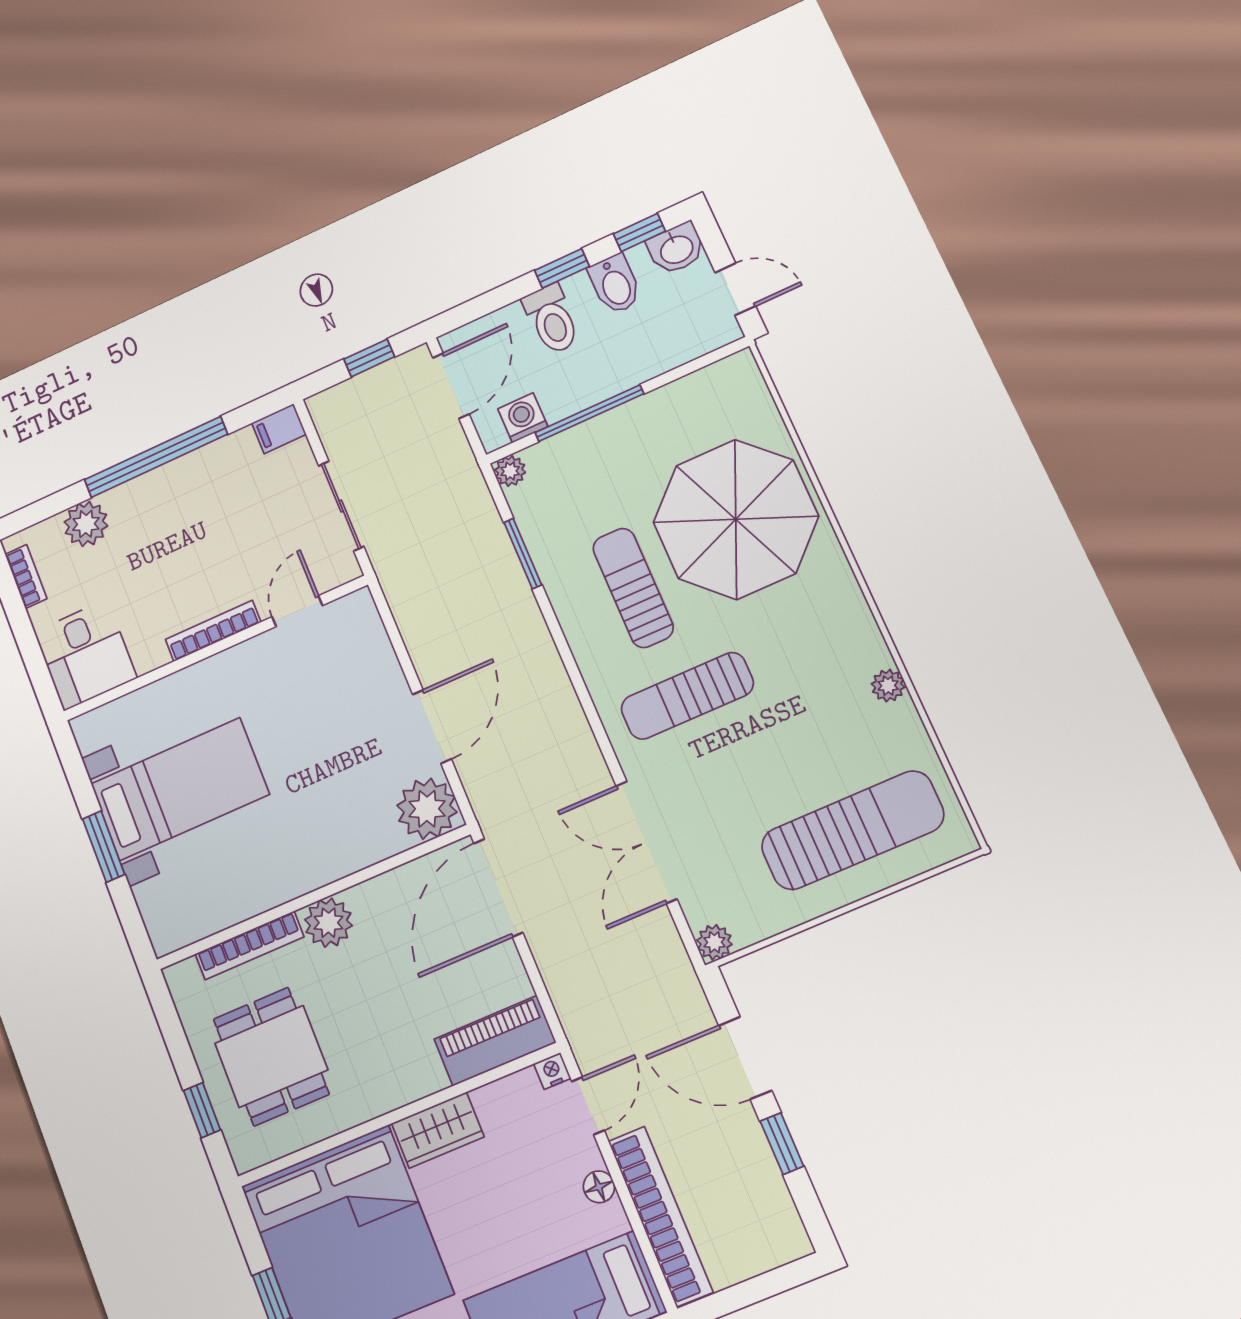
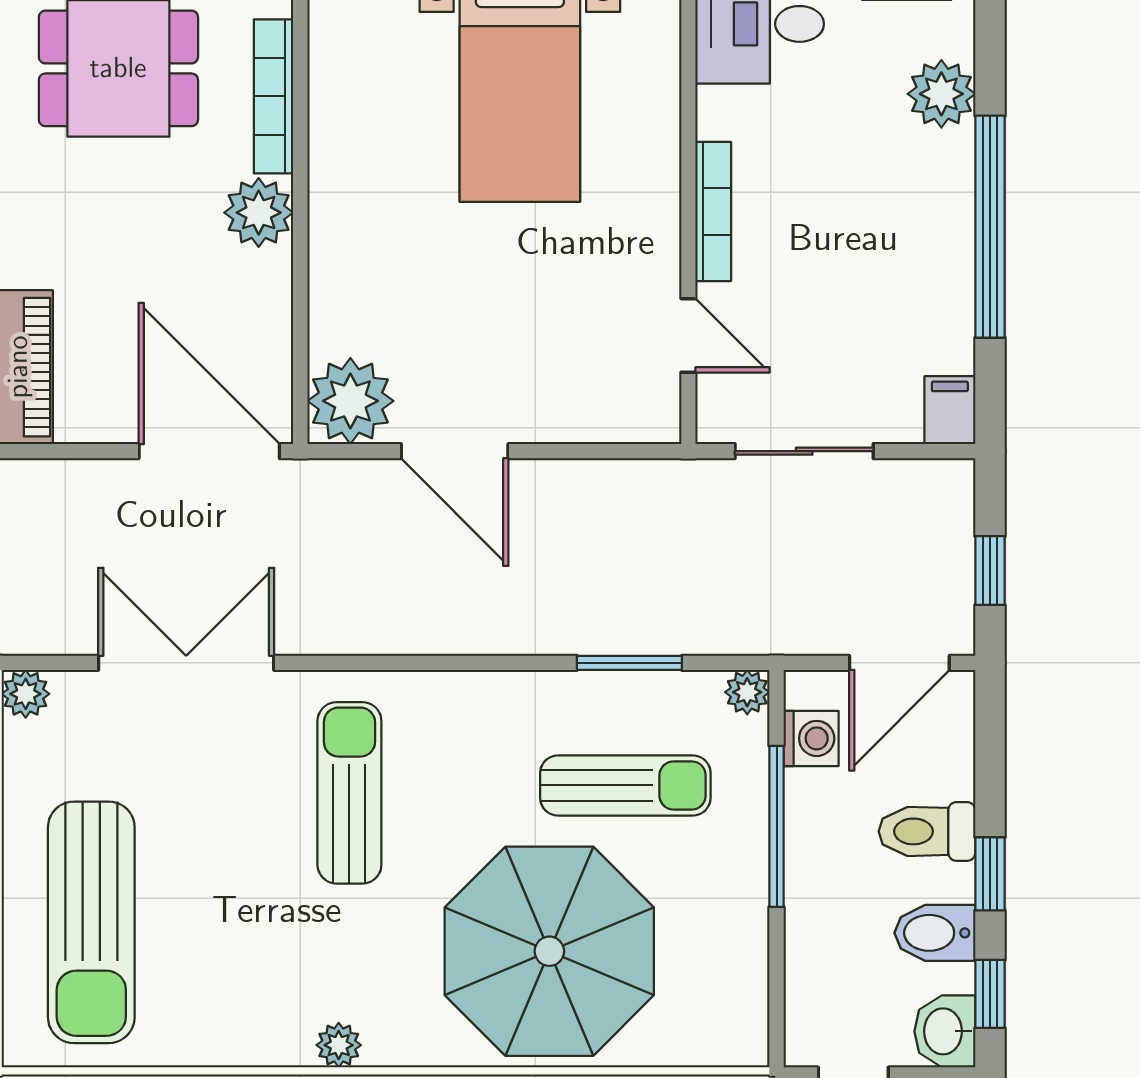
door: (451, 386) -> (899, 663), hinge flipped
sun lounger: (633, 588) -> (625, 785), moved
plant: (888, 686) -> (339, 1045), moved

